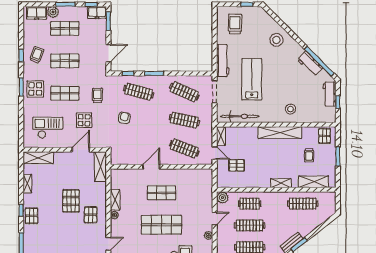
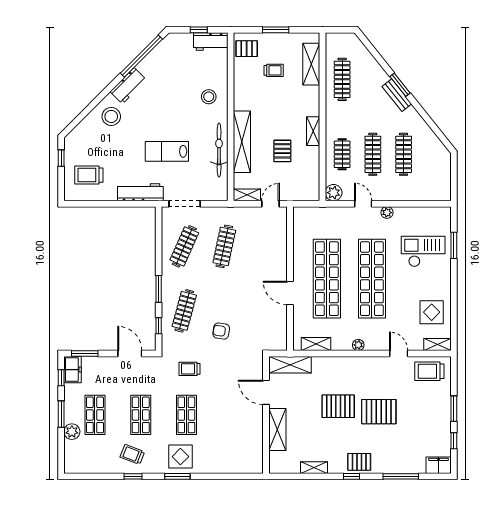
freezer: (37, 13) -> (73, 455), removed
workbench: (310, 64) -> (128, 86), moved
lab bench: (252, 79) -> (167, 151), width x0.73, depth x0.72
workbench: (330, 94) -> (211, 42), moved
bicycle: (240, 116) -> (219, 150), moved
display table: (84, 120) -> (224, 388), removed
checkout: (48, 128) -> (235, 439), removed
shelving: (280, 133) -> (242, 142), moved
clothes rail: (184, 148) -> (264, 246), removed
shelving: (38, 158) -> (277, 430), moved
pallet: (237, 165) -> (282, 151), moved
shelving: (281, 183) -> (313, 131), moved
shop shelf: (161, 193) -> (327, 279), width x2.00, depth x1.36
shelving: (115, 200) -> (316, 344), moved
pallet: (91, 215) -> (379, 412), moved, width x1.50, depth x1.42
shop shelf: (161, 225) -> (372, 279), width x1.40

